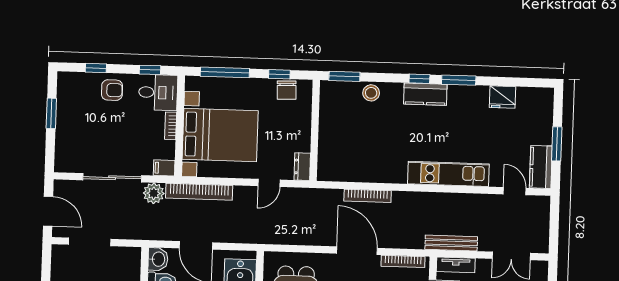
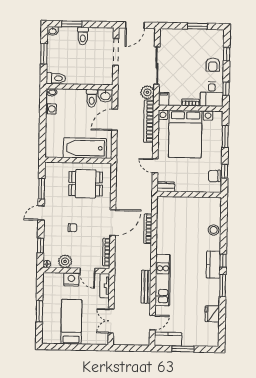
window: (225, 72) -> (225, 137), width x0.69
window: (344, 76) -> (224, 213), removed
bench: (451, 243) -> (146, 287), moved

